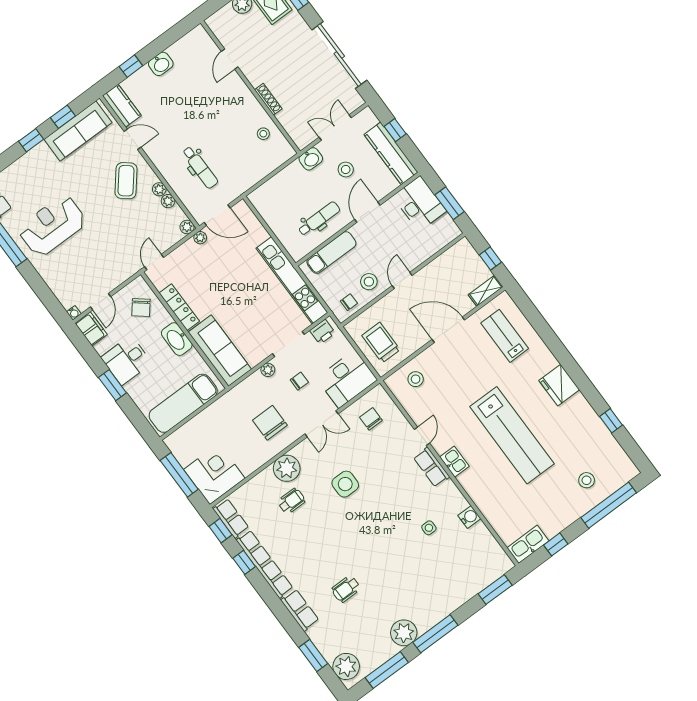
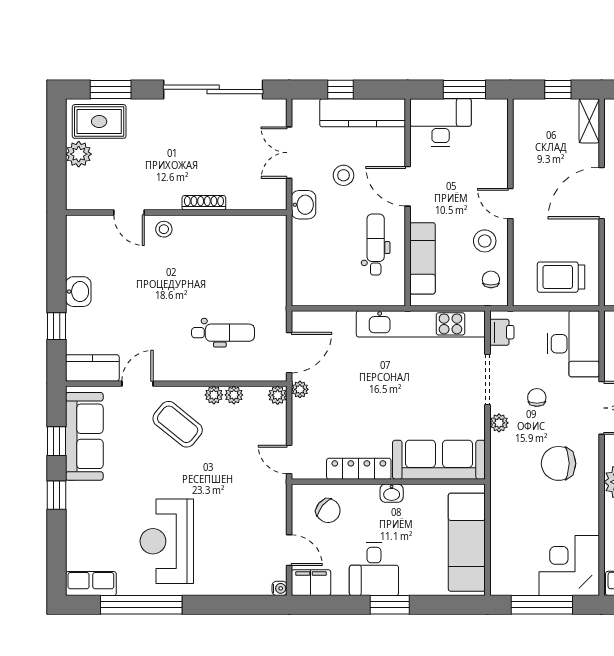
stool: (263, 134) -> (164, 229), moved
washbasin: (177, 339) -> (392, 493), width x0.52, depth x0.69

